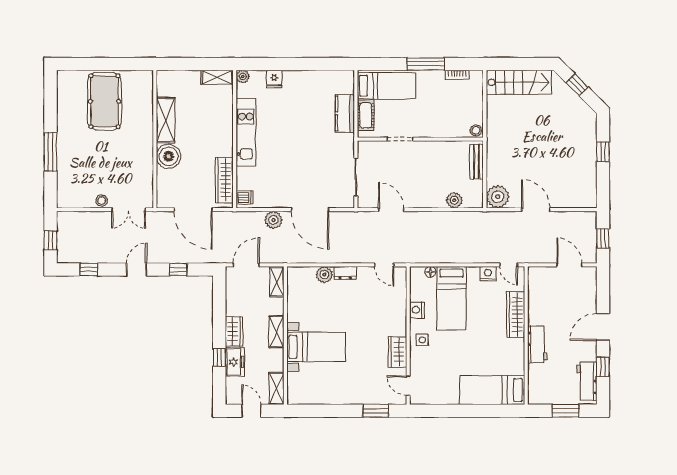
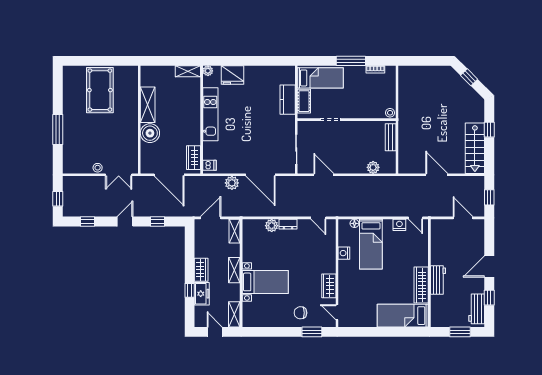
fridge: (274, 79) -> (233, 75), width x1.88, depth x1.34
stairs: (519, 82) -> (475, 148), moved, turned 90
wardrobe: (224, 180) -> (193, 158), width x0.67
plant: (498, 197) -> (407, 165), removed
wardrobe: (516, 314) -> (421, 285), moved
side table: (422, 340) -> (348, 276), removed
chair: (361, 386) -> (300, 313), added

